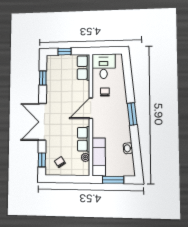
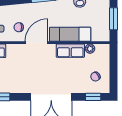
door: (91, 108) -> (36, 43), swing flipped
exam couch: (99, 157) -> (70, 34), moved

